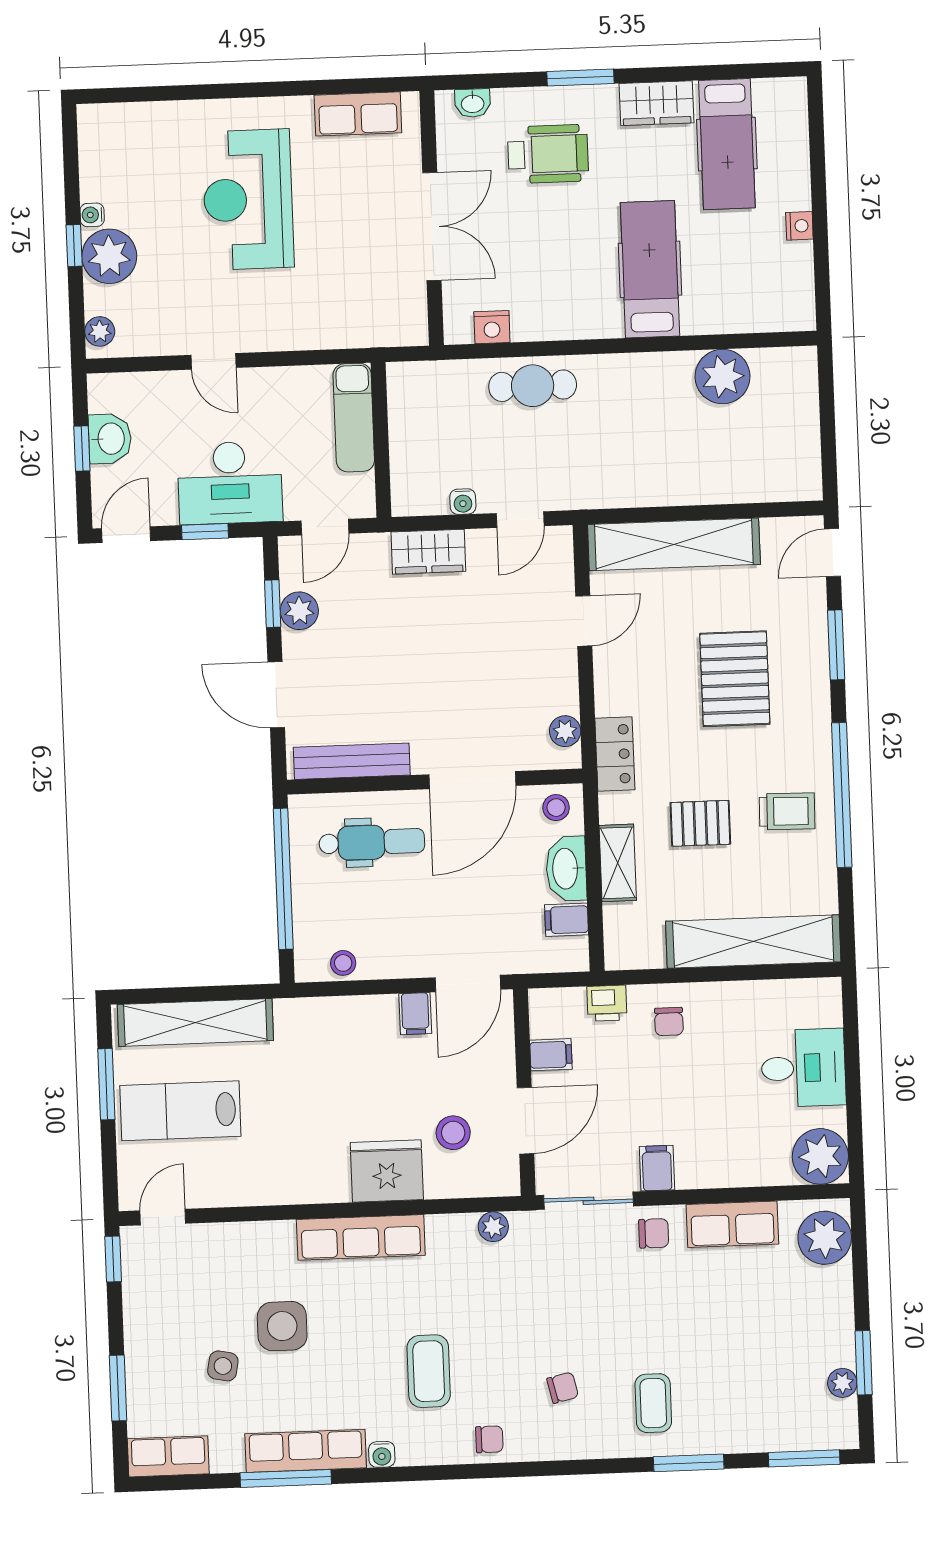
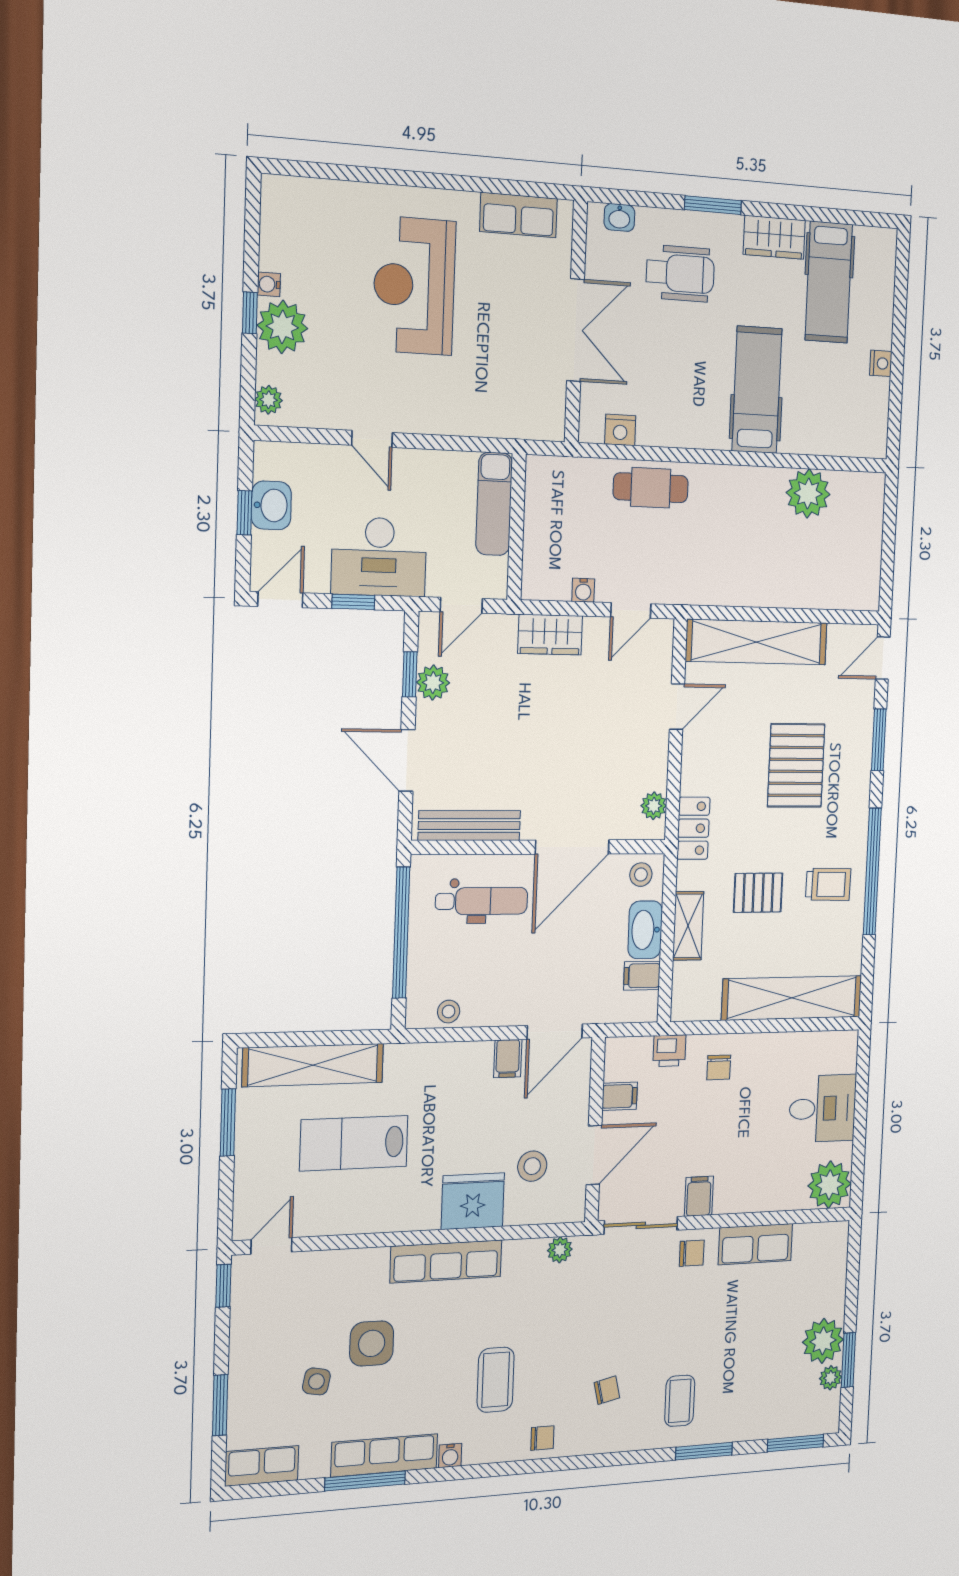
lab bench: (180, 1111) -> (354, 1143), moved
plant: (825, 1238) -> (823, 1341), moved

